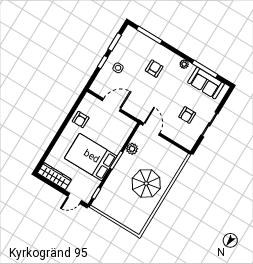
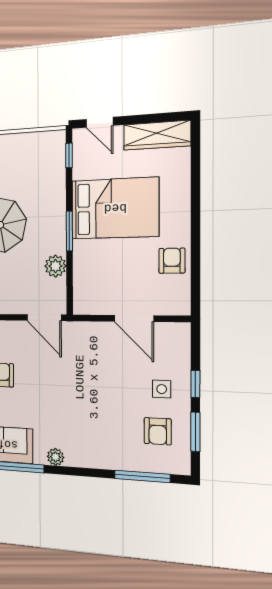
armchair: (154, 69) -> (158, 431), moved
door: (111, 105) -> (134, 318), hinge flipped
door: (75, 198) -> (99, 122), swing flipped

